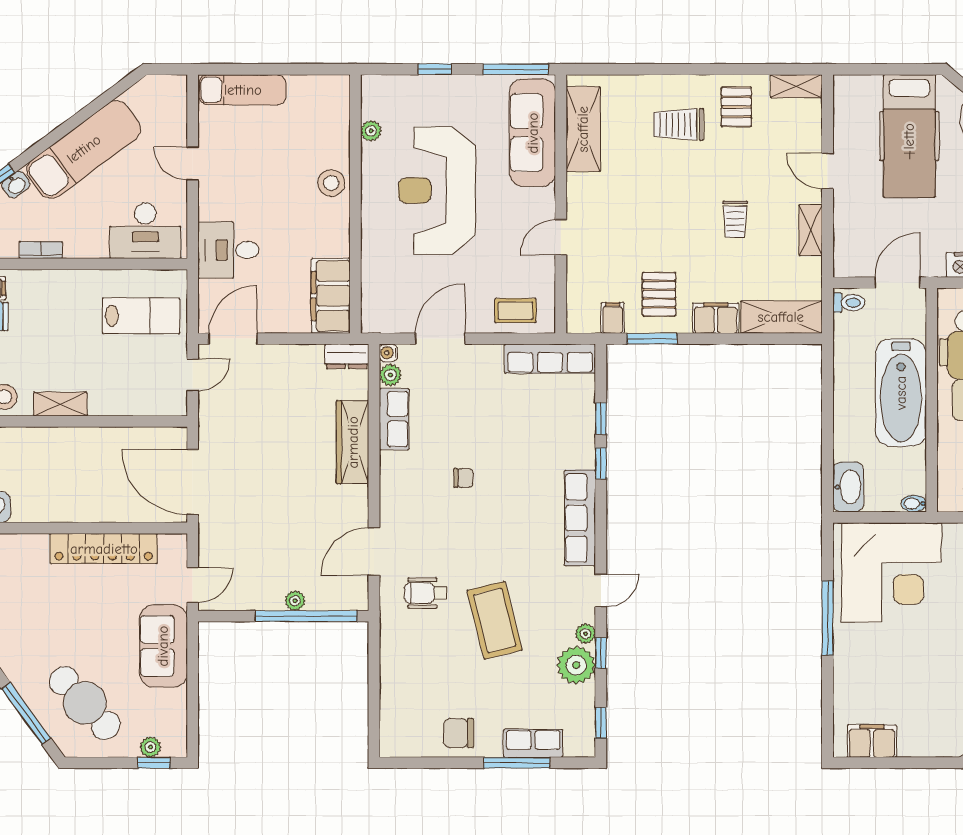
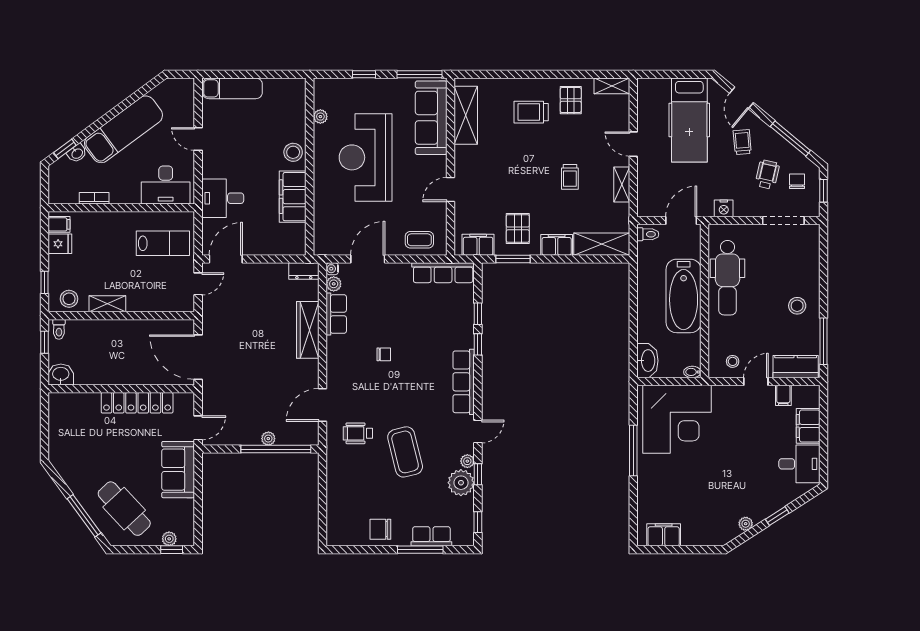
filing cabinet: (331, 296) -> (293, 197), moved
filing cabinet: (613, 318) -> (478, 245), width x2.00

